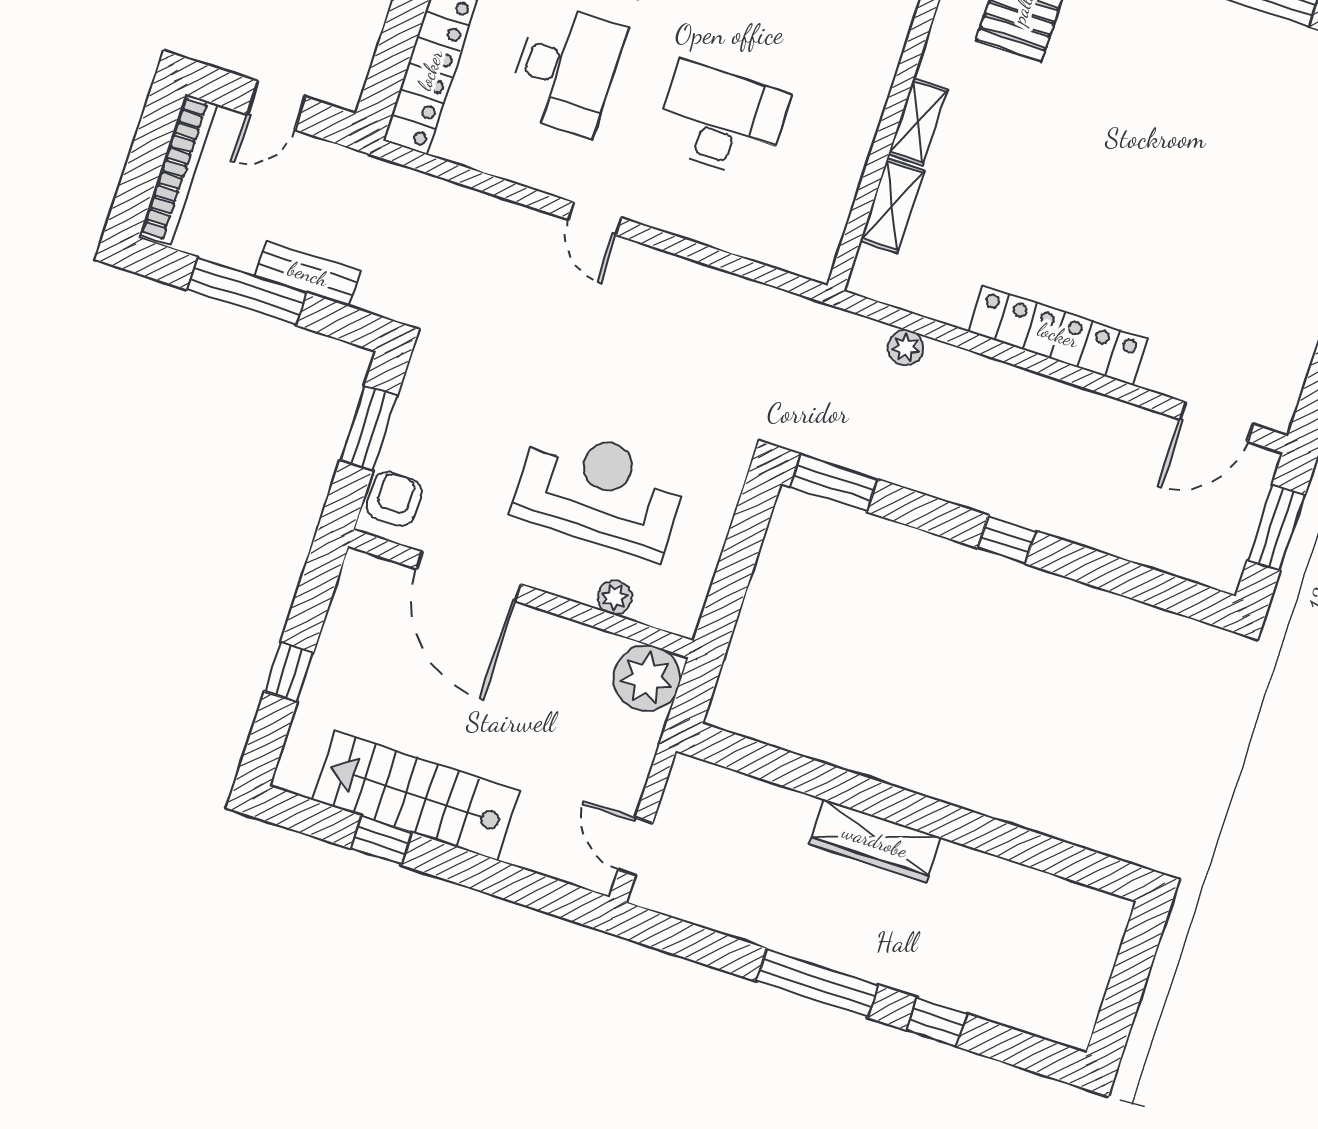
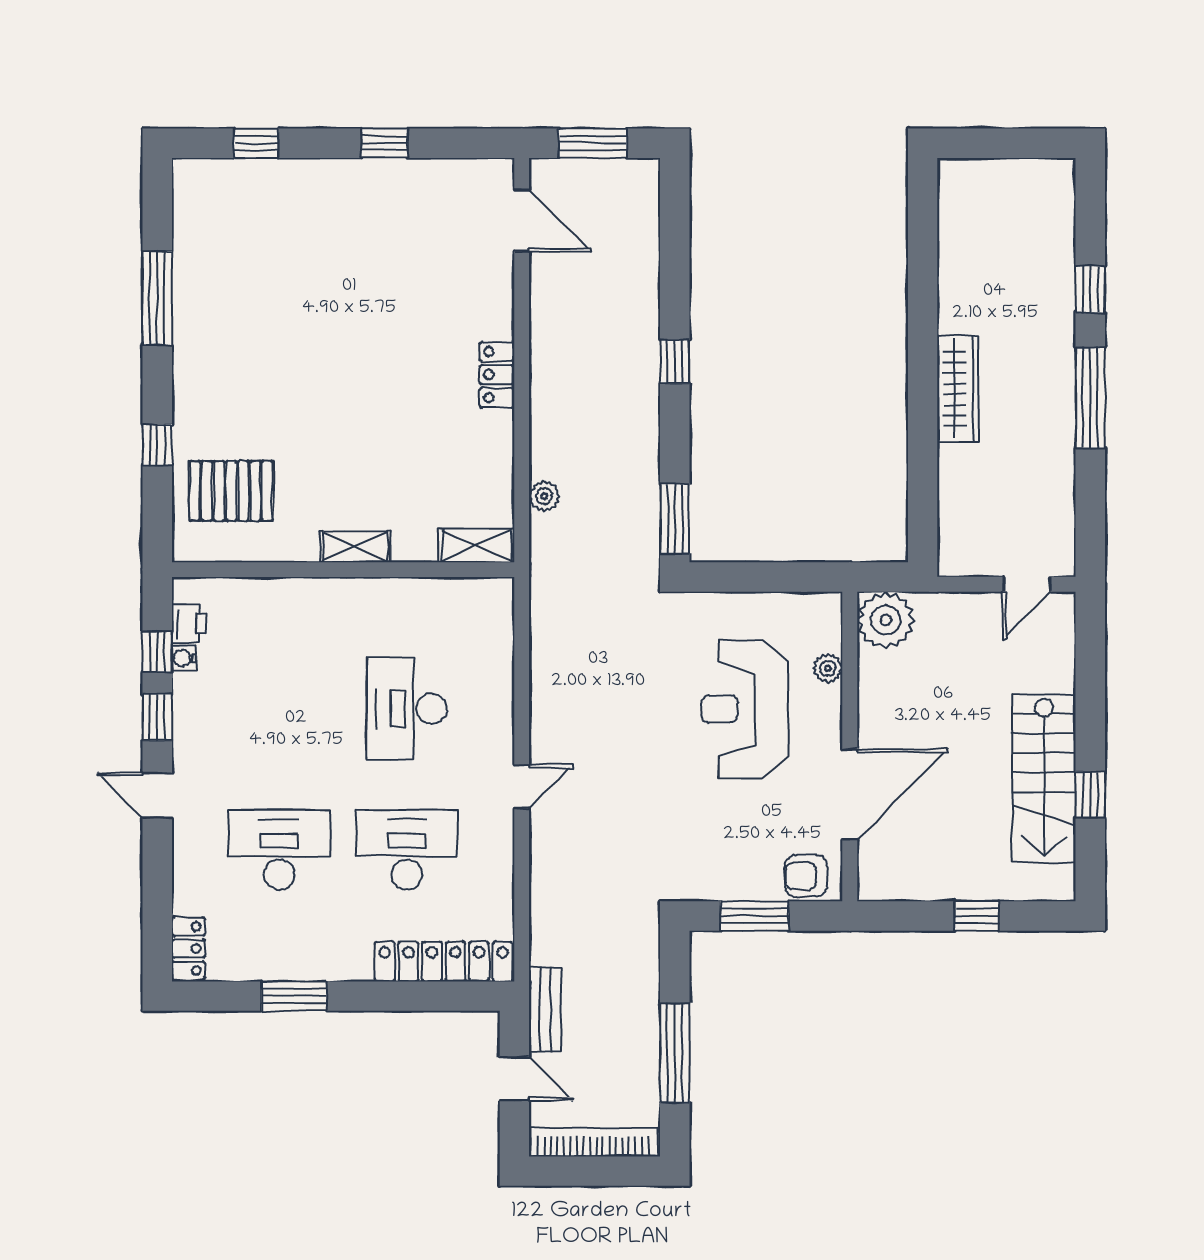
shelving: (892, 206) -> (476, 545), moved
bench: (308, 274) -> (545, 1010), moved
locker: (1058, 335) -> (497, 375), width x0.46, depth x0.83

